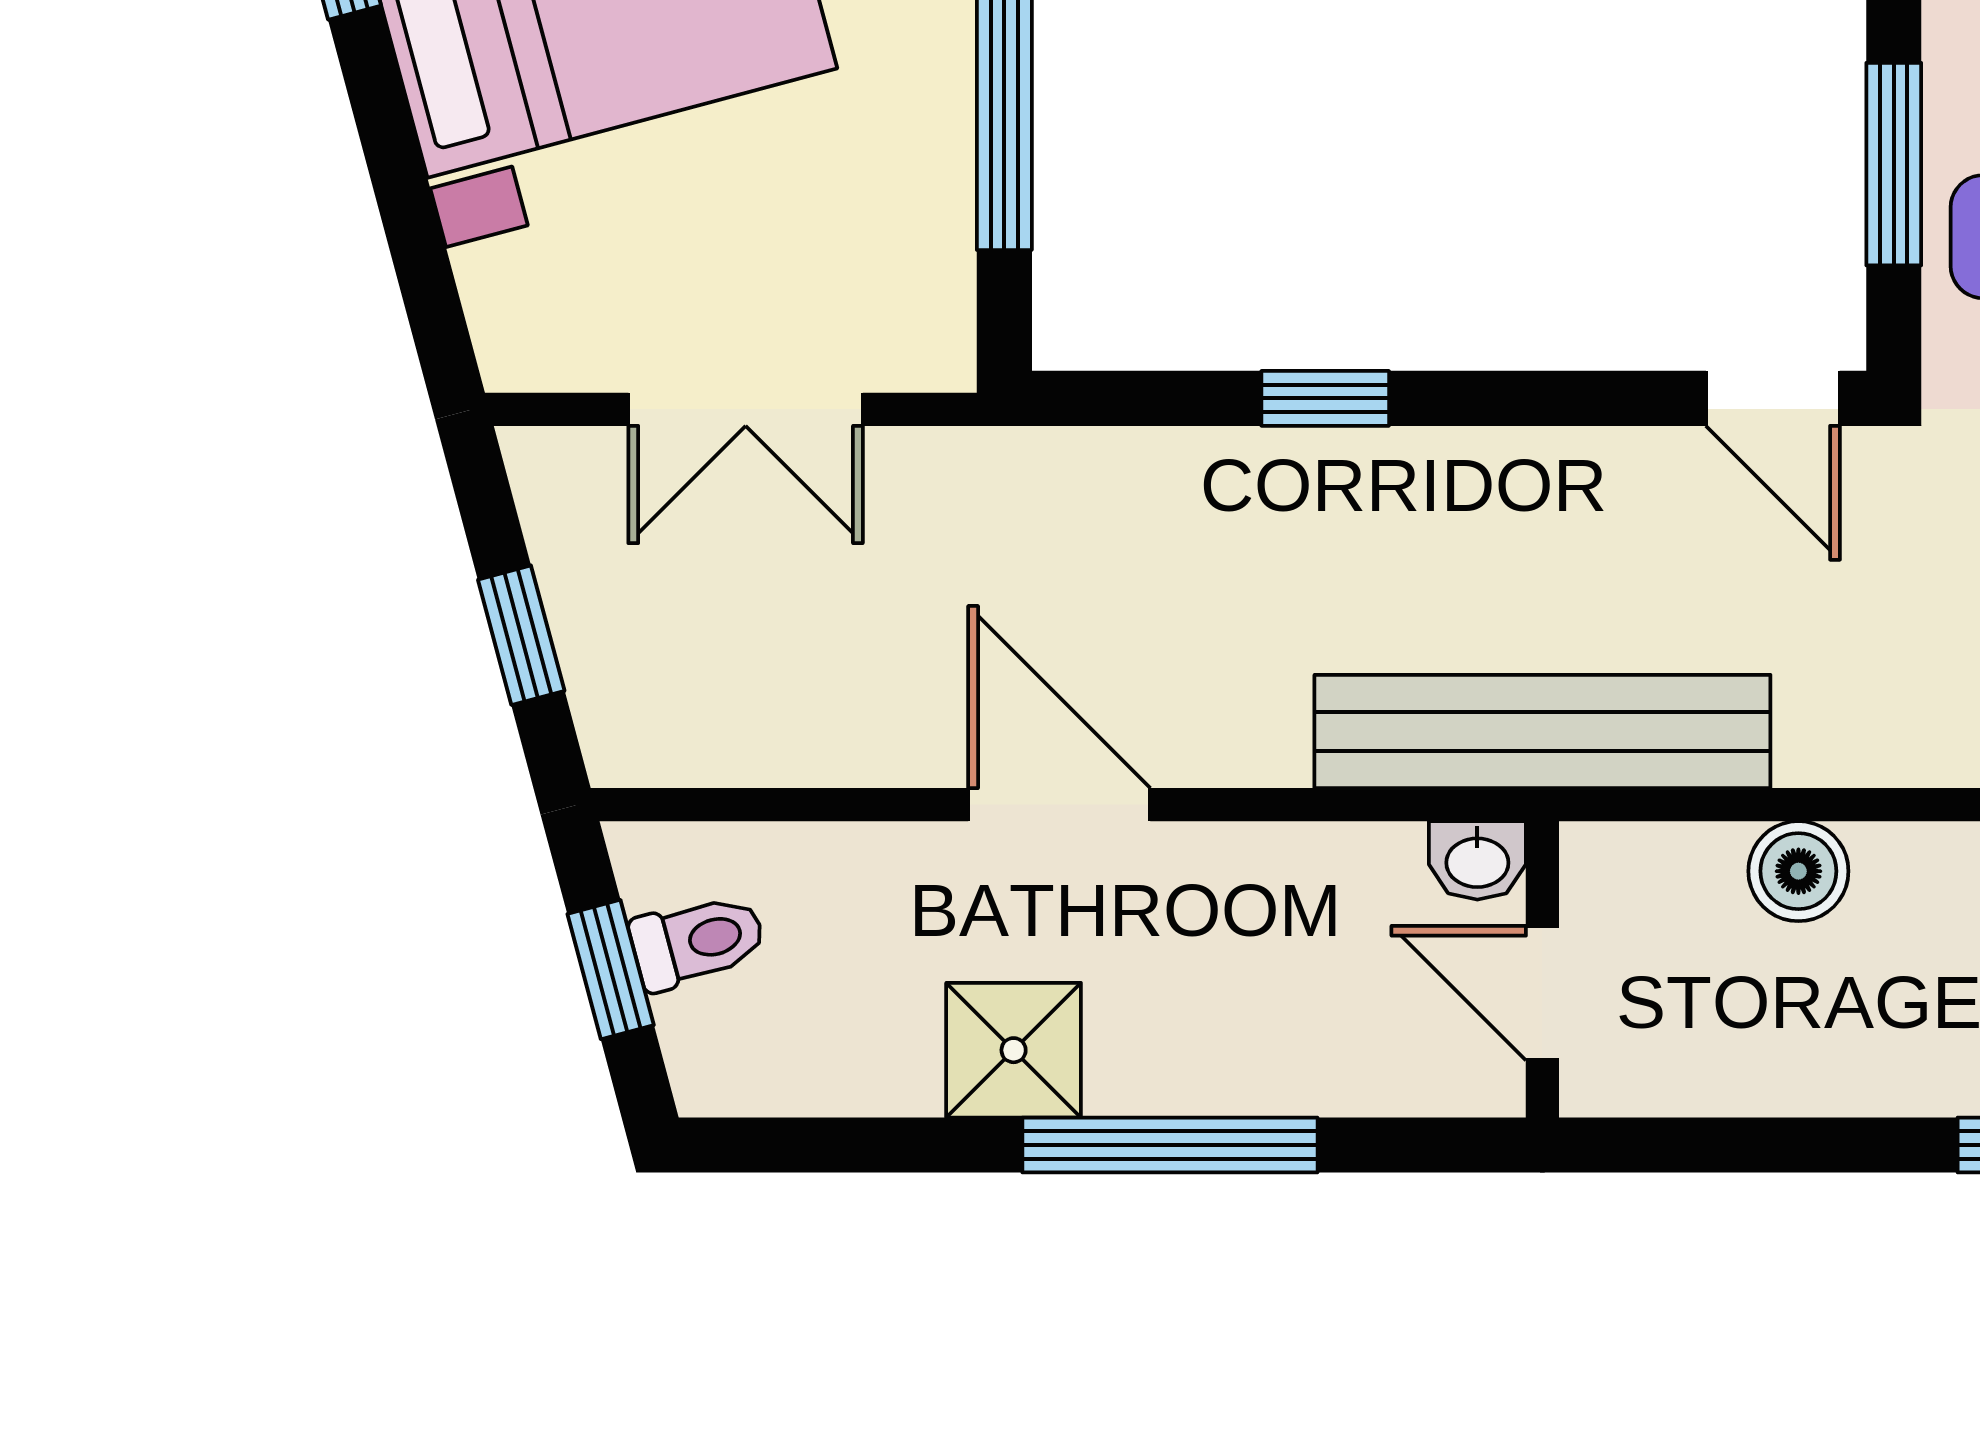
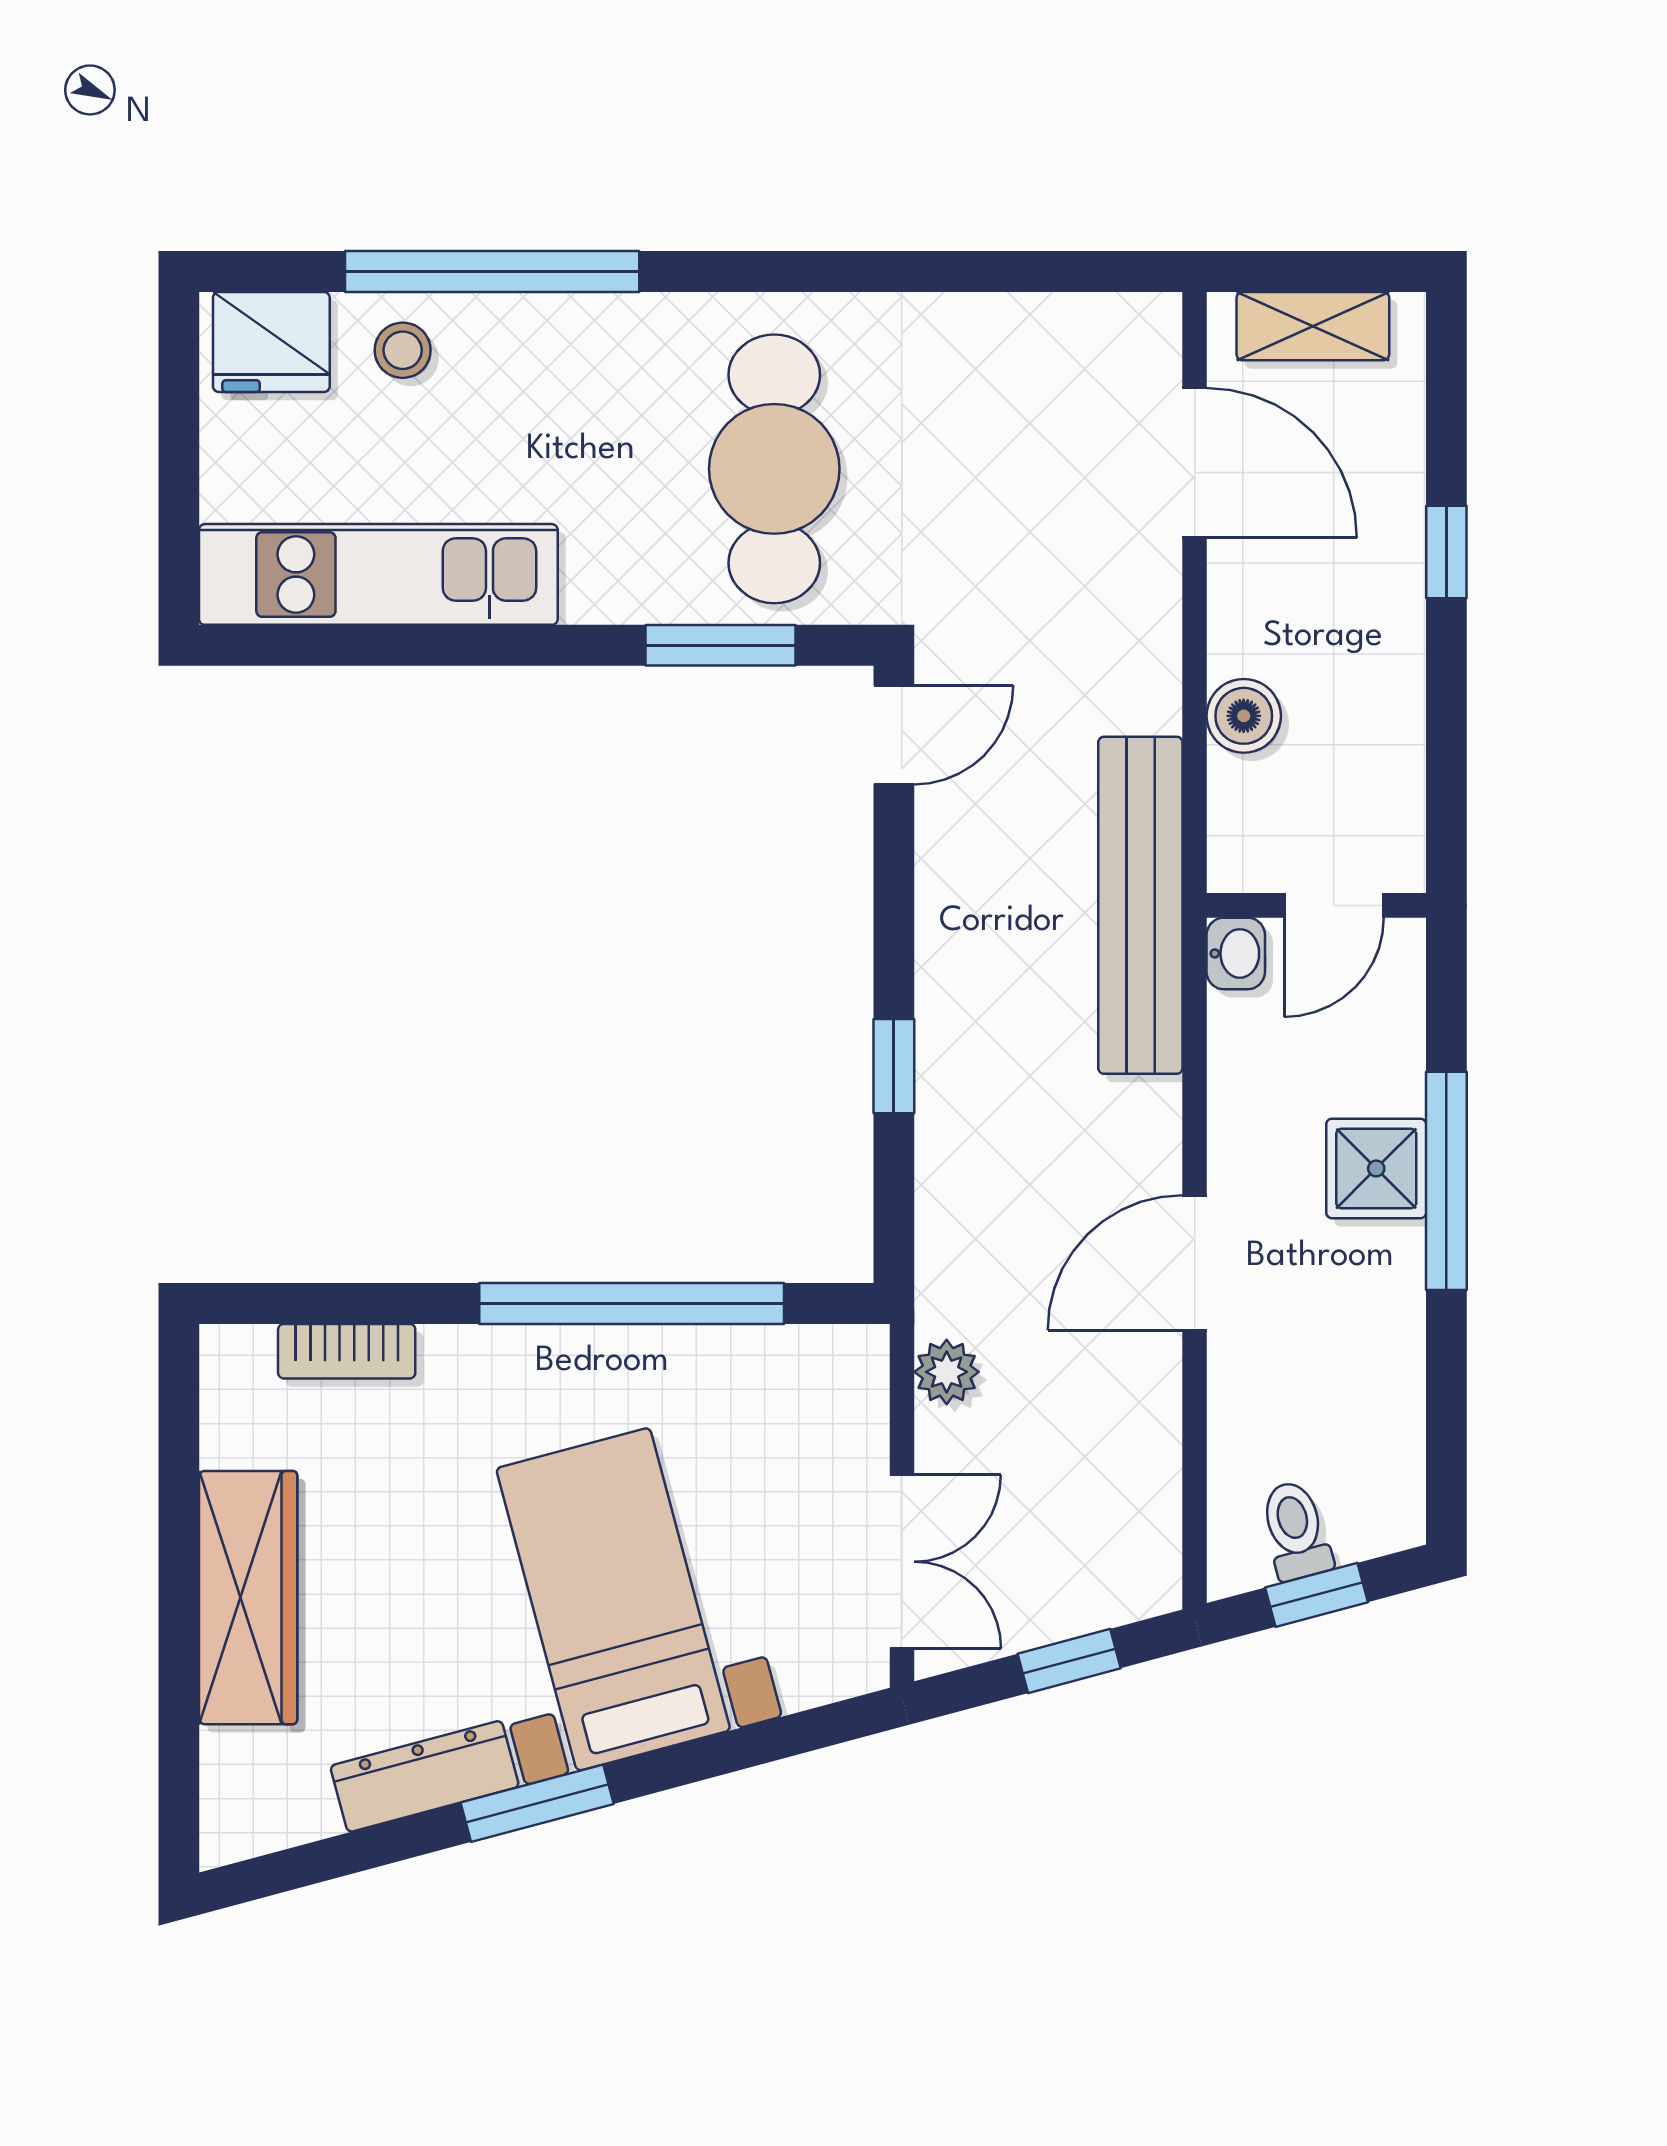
double door: (746, 409) -> (902, 1562), moved
plant: (912, 470) -> (947, 1372), added
shower: (1014, 1050) -> (1376, 1168), moved

